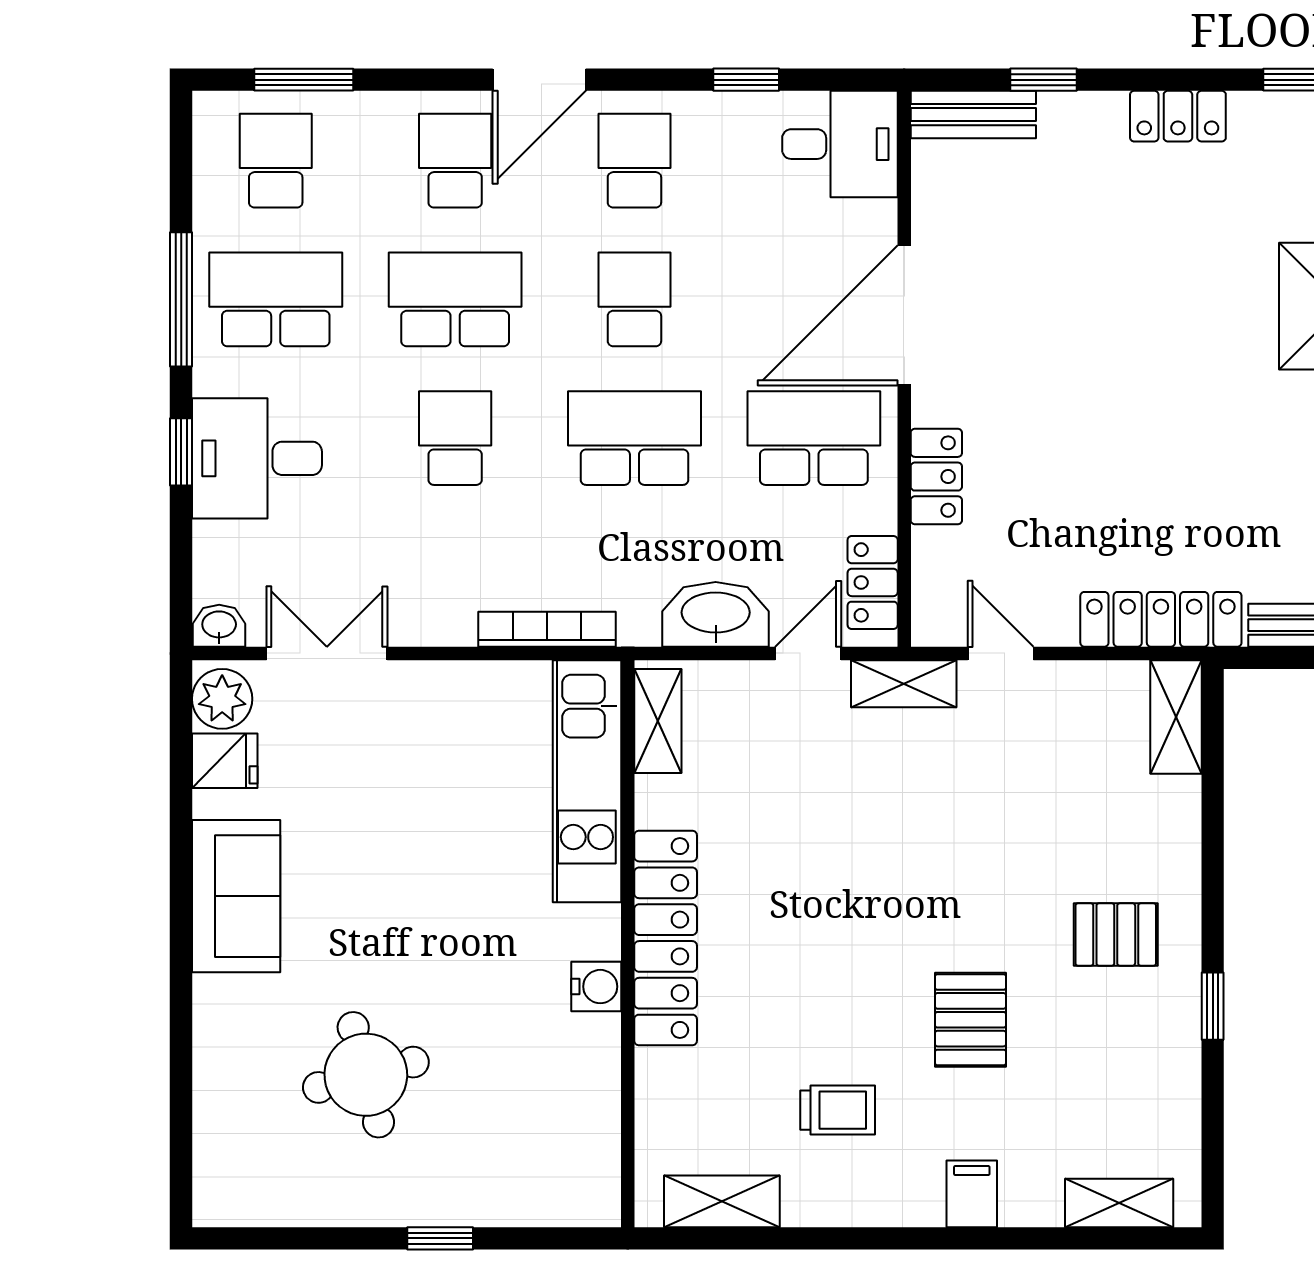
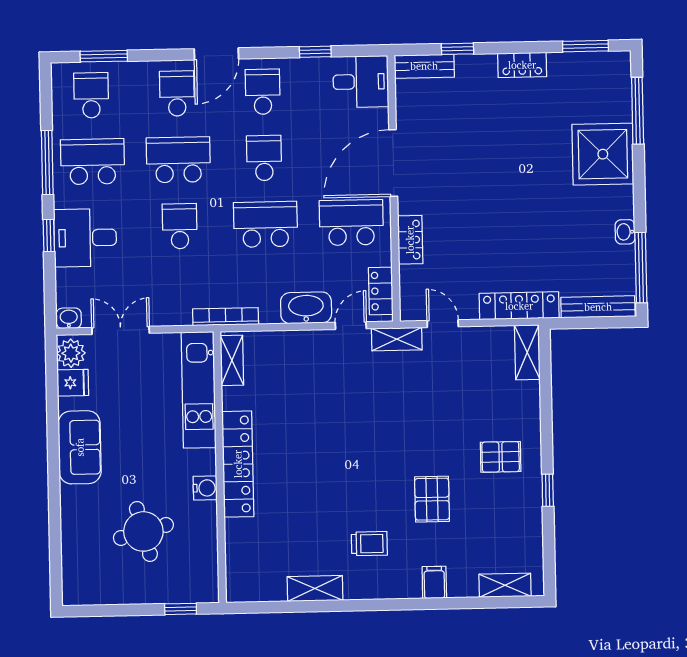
shelving: (658, 721) -> (232, 360), moved
kitchen unit: (587, 781) -> (199, 390), moved
locker: (666, 938) -> (238, 464), moved
wall: (628, 944) -> (220, 467), moved
water cooler: (596, 987) -> (205, 488), moved

